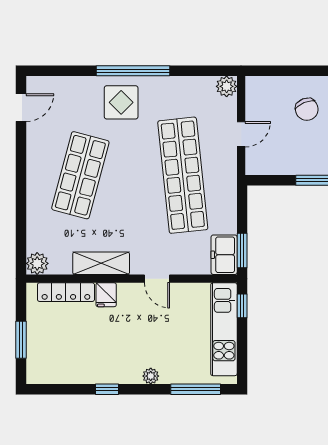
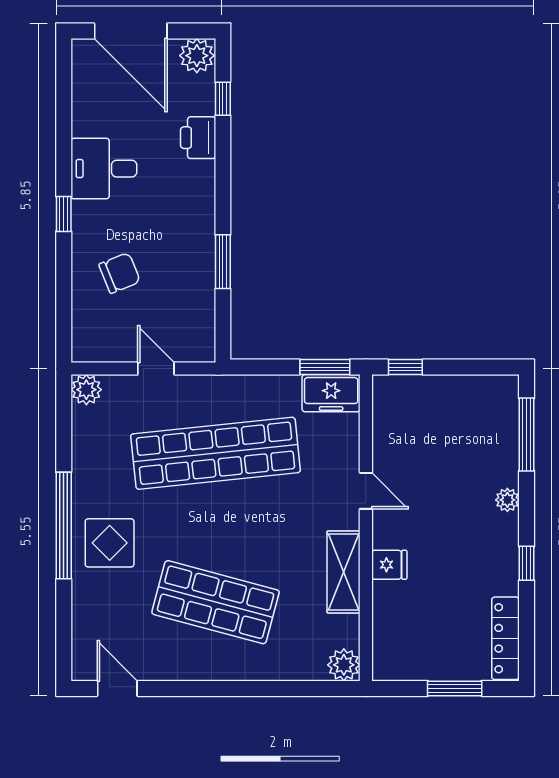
door: (157, 279) -> (366, 491), hinge flipped
locker: (66, 292) -> (505, 638), moved, turned 180
kitchen unit: (224, 329) -> (439, 393), removed

